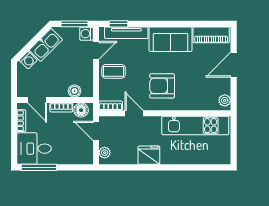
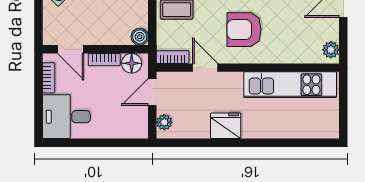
boiler: (75, 91) -> (140, 37), moved
door: (96, 131) -> (152, 92), hinge flipped
window: (39, 167) -> (73, 143), removed

